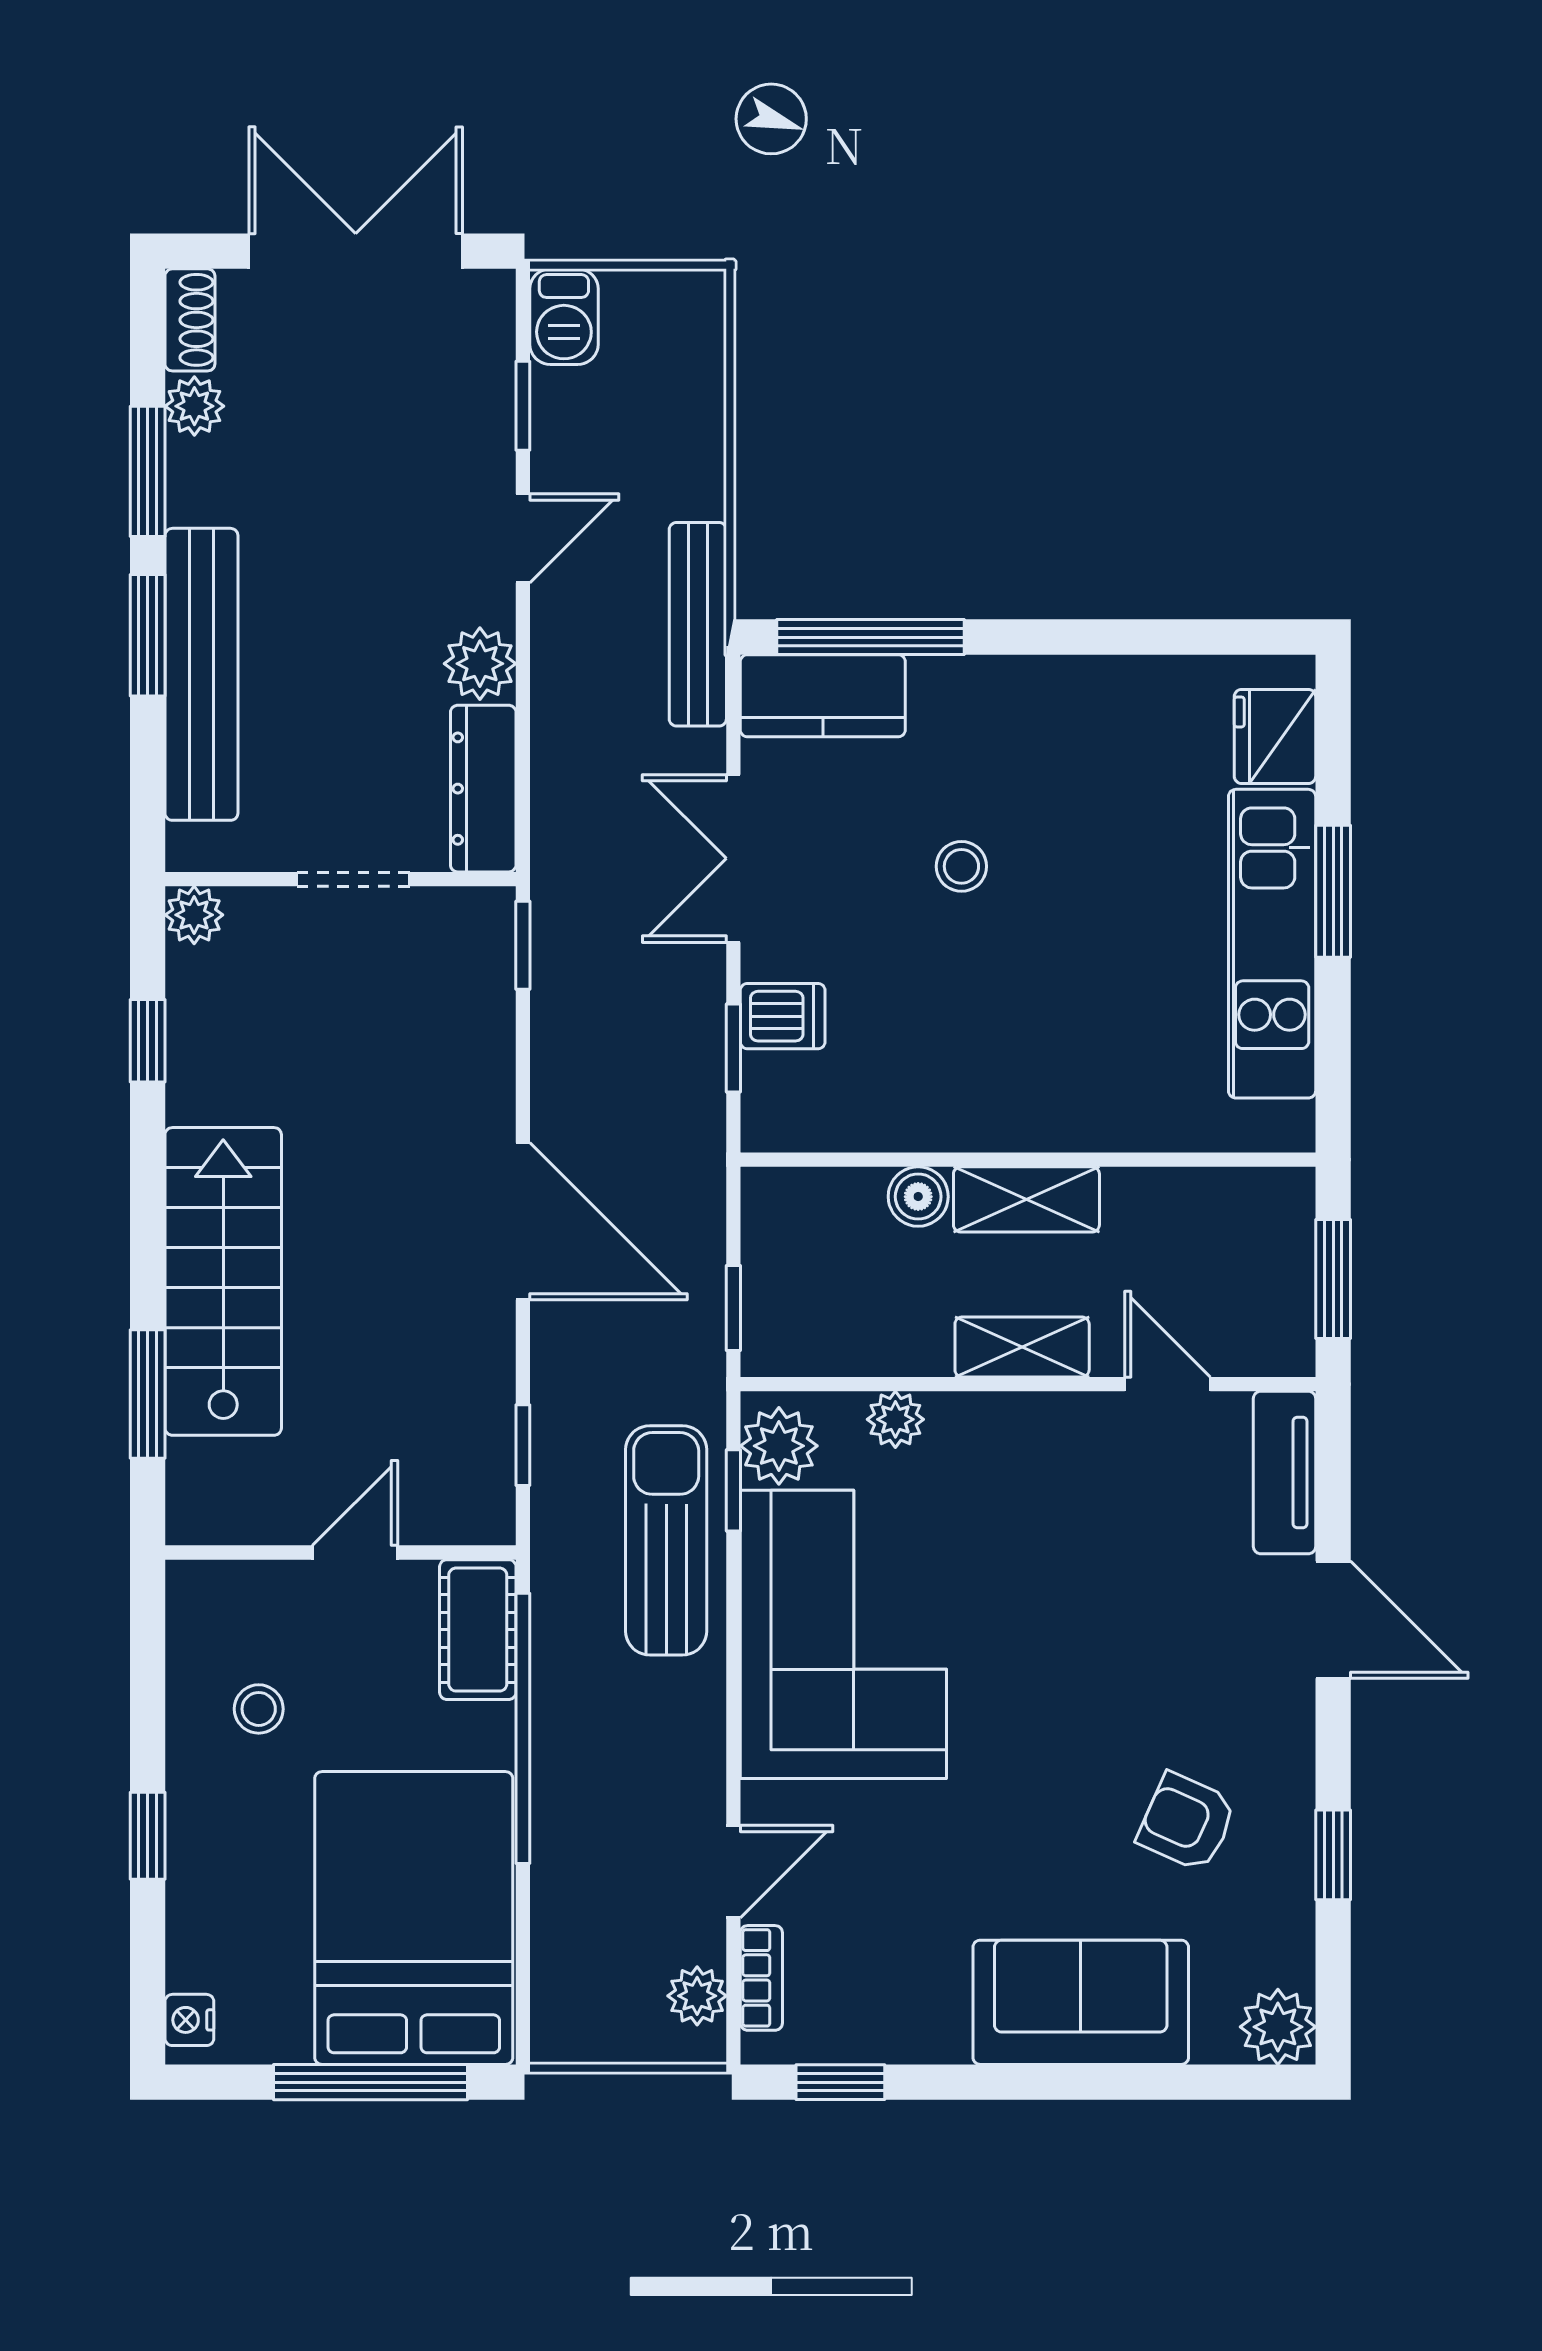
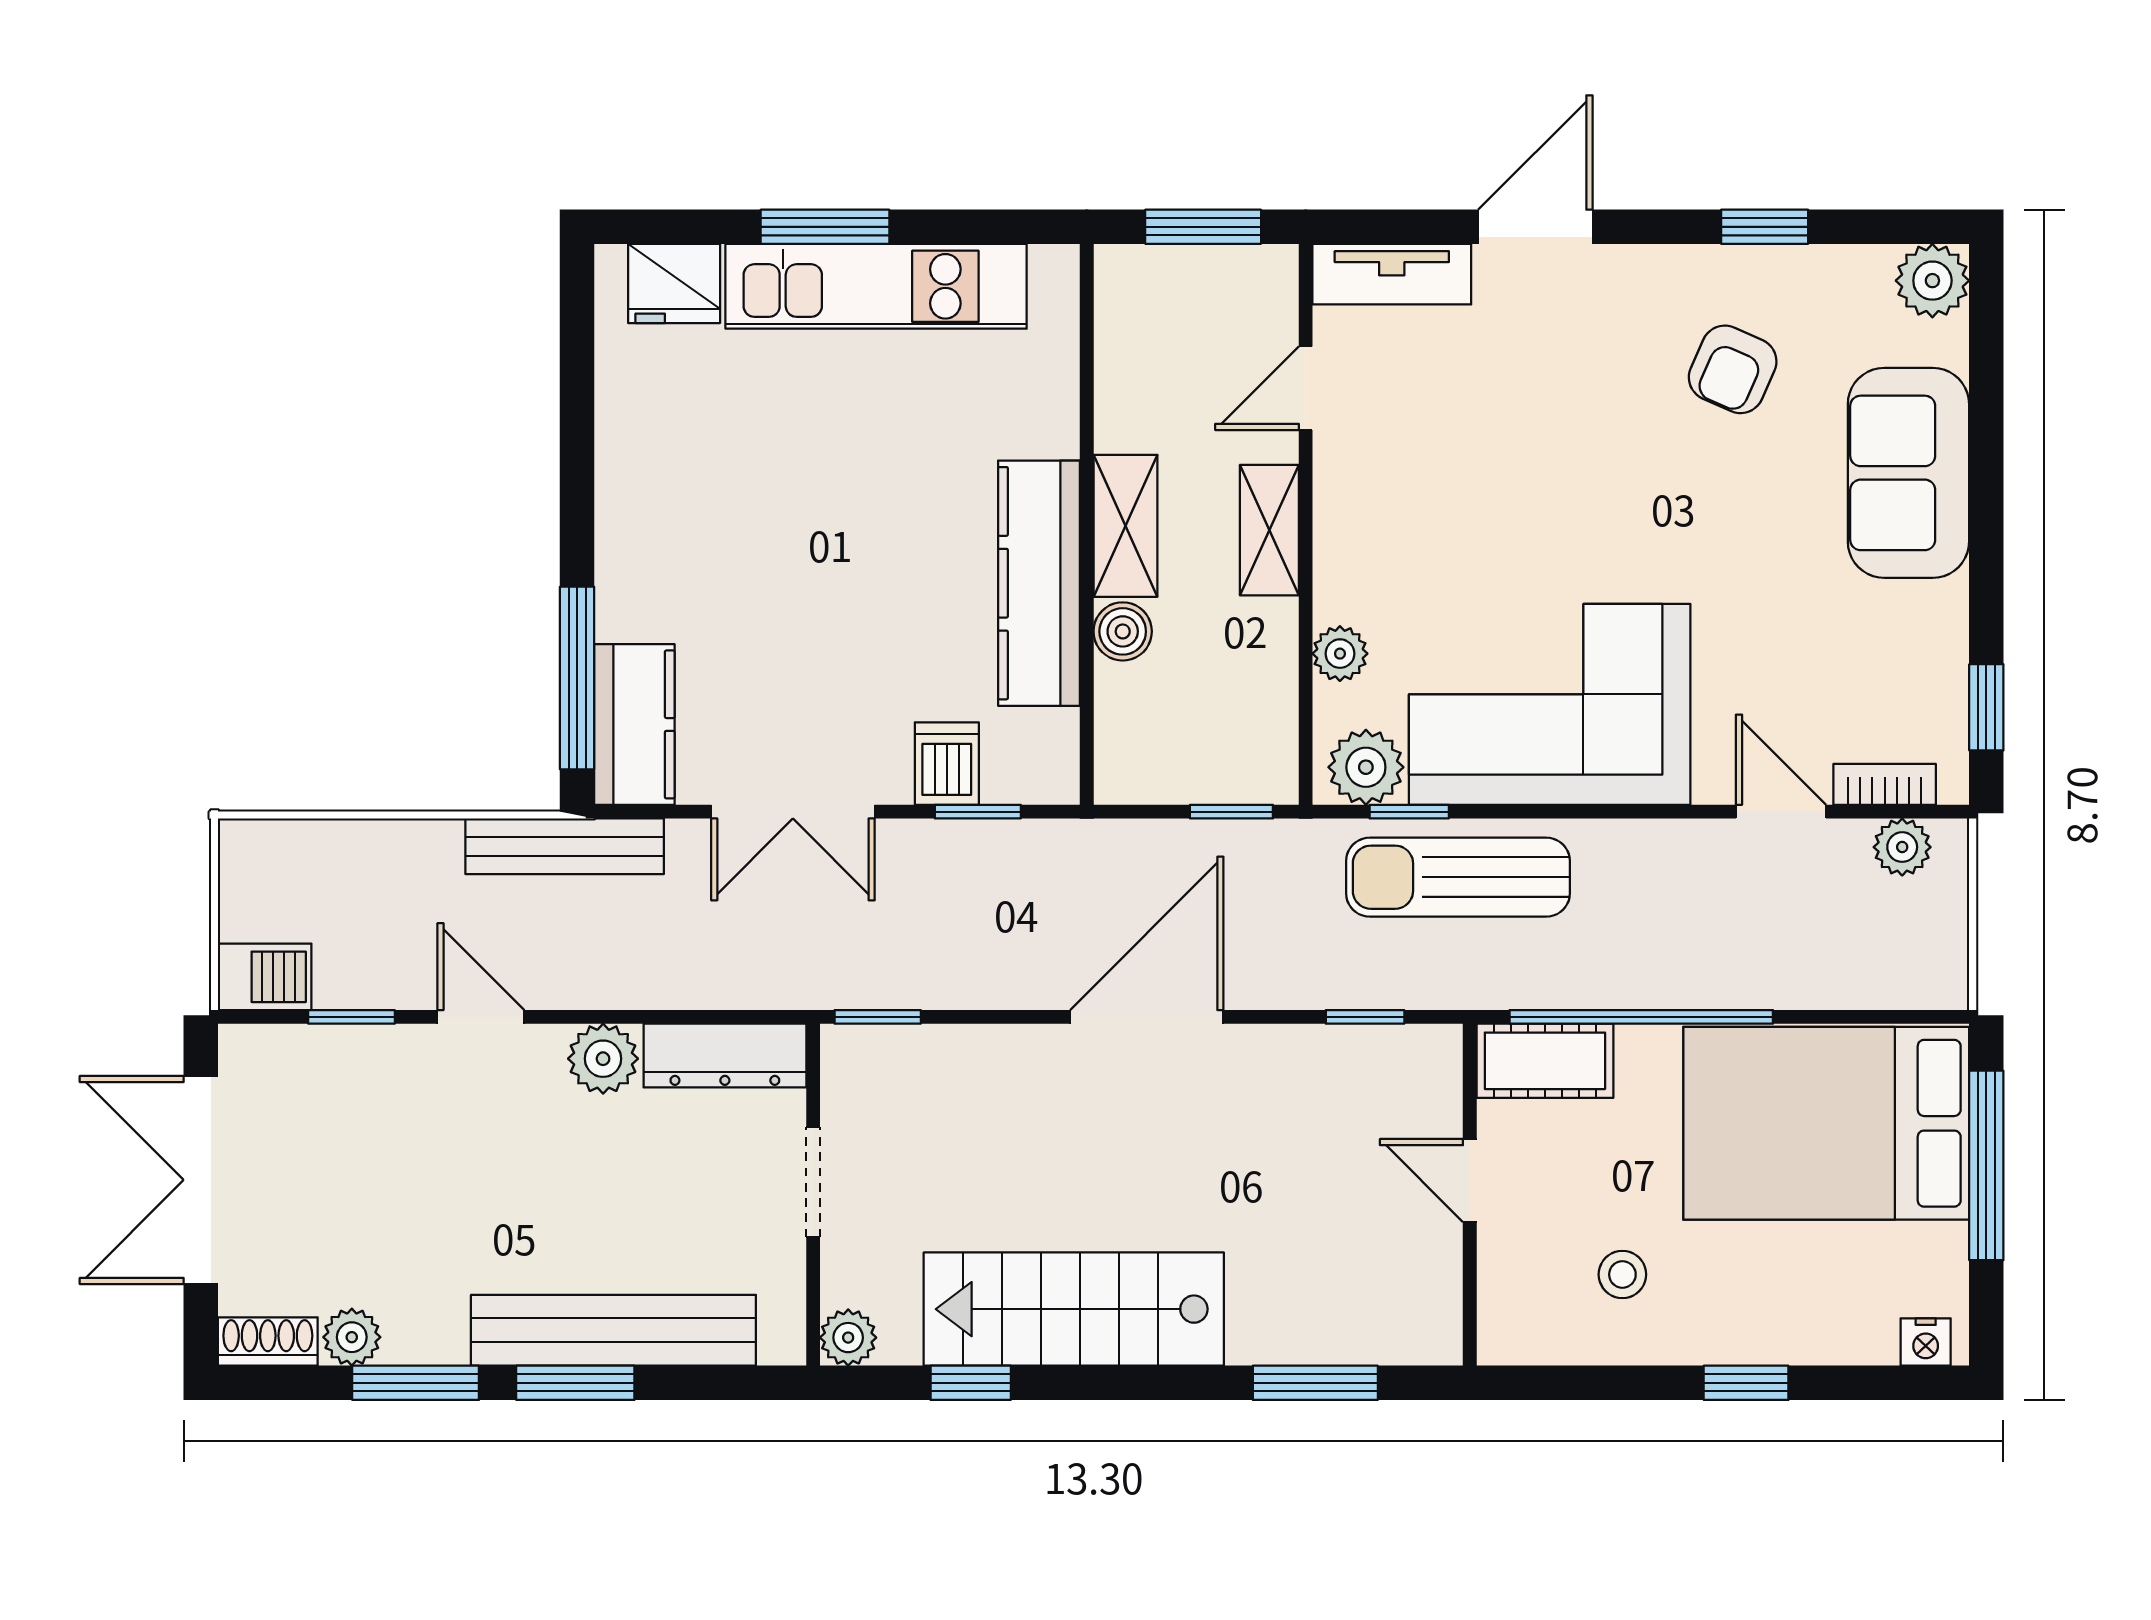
stool: (961, 866) -> (801, 589), removed
kitchen counter: (968, 1111) -> (1039, 583), added
stairs: (223, 1281) -> (1074, 1309), moved

